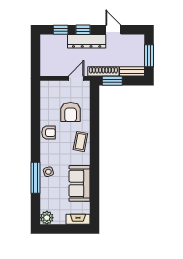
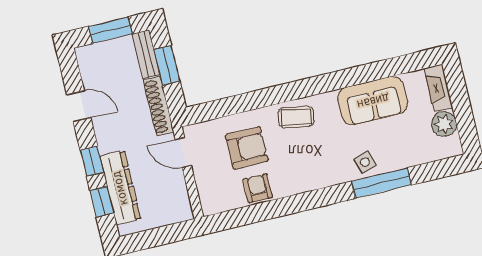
door: (113, 30) -> (79, 106), swing flipped
dresser: (87, 41) -> (120, 188), moved
window: (112, 81) -> (167, 65), moved
armchair: (49, 133) -> (258, 188), moved
plant: (47, 218) -> (444, 124), moved

